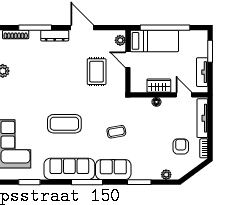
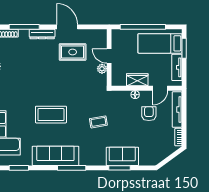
plant: (120, 40) -> (102, 69), moved
bed: (154, 41) -> (160, 43), moved, turned 180
rug: (97, 72) -> (73, 52), moved, turned 90
door: (184, 95) -> (160, 88), swing flipped
armchair: (181, 146) -> (149, 114), moved
sofa: (113, 169) -> (122, 156), moved
plant: (166, 175) -> (144, 161), removed

